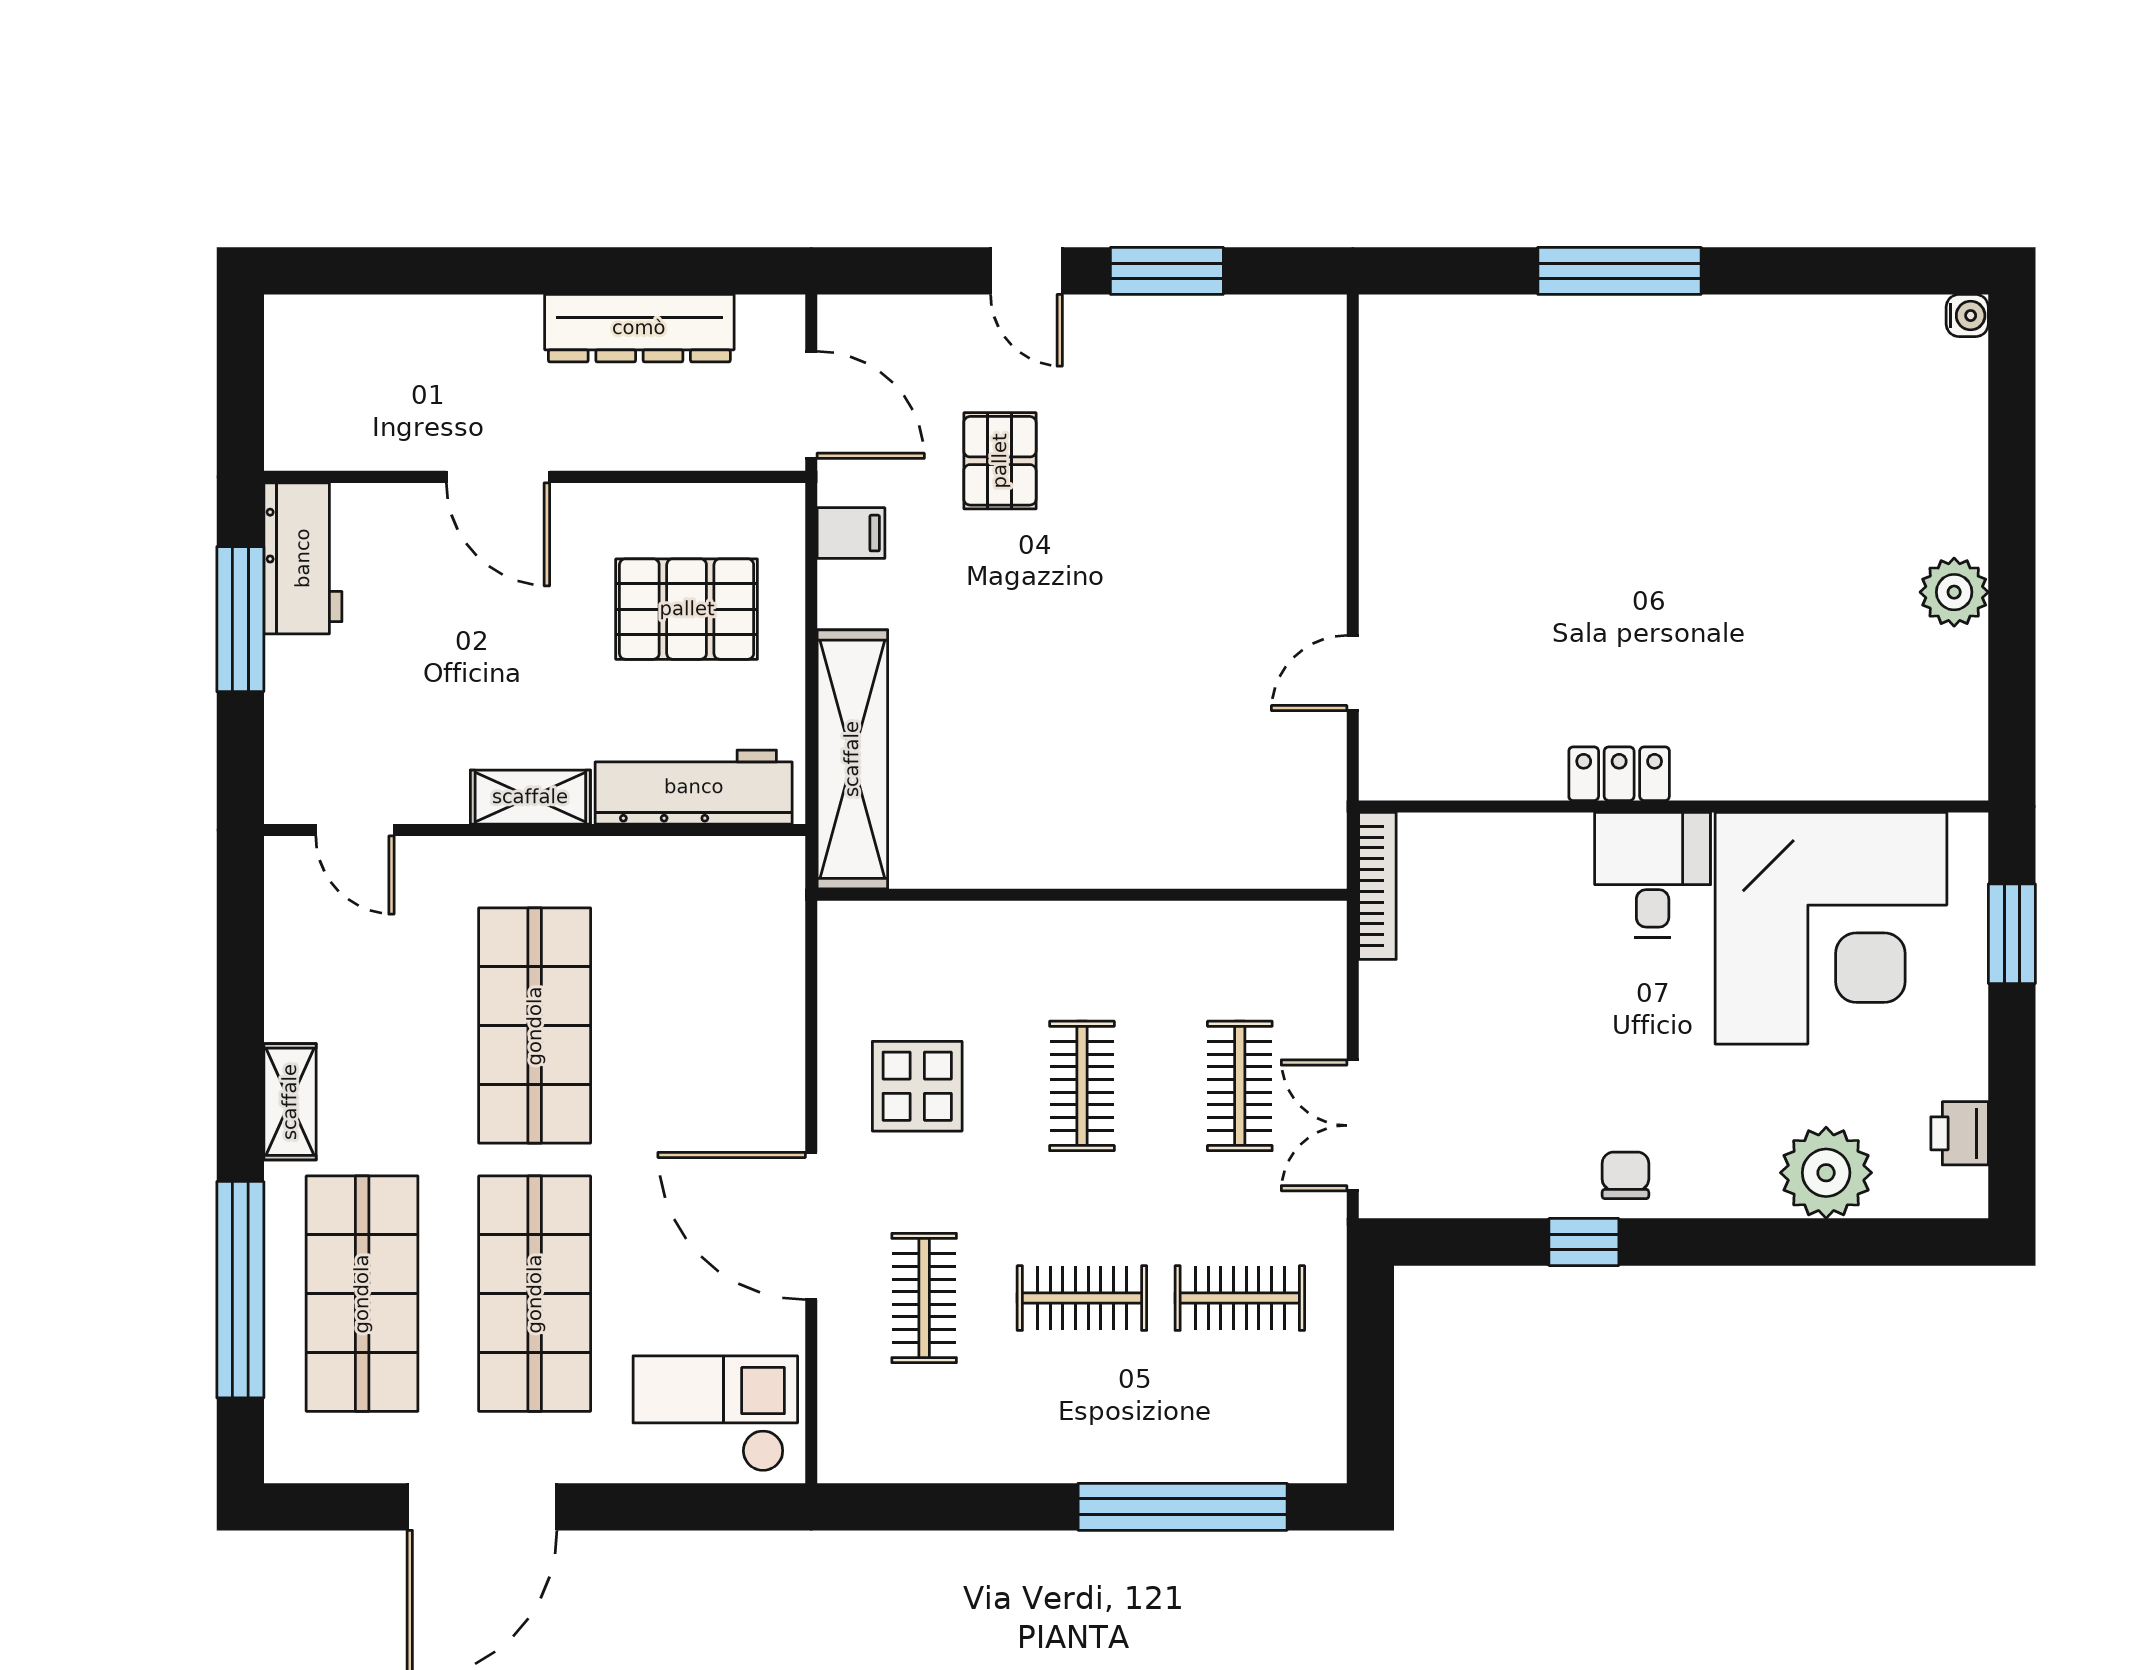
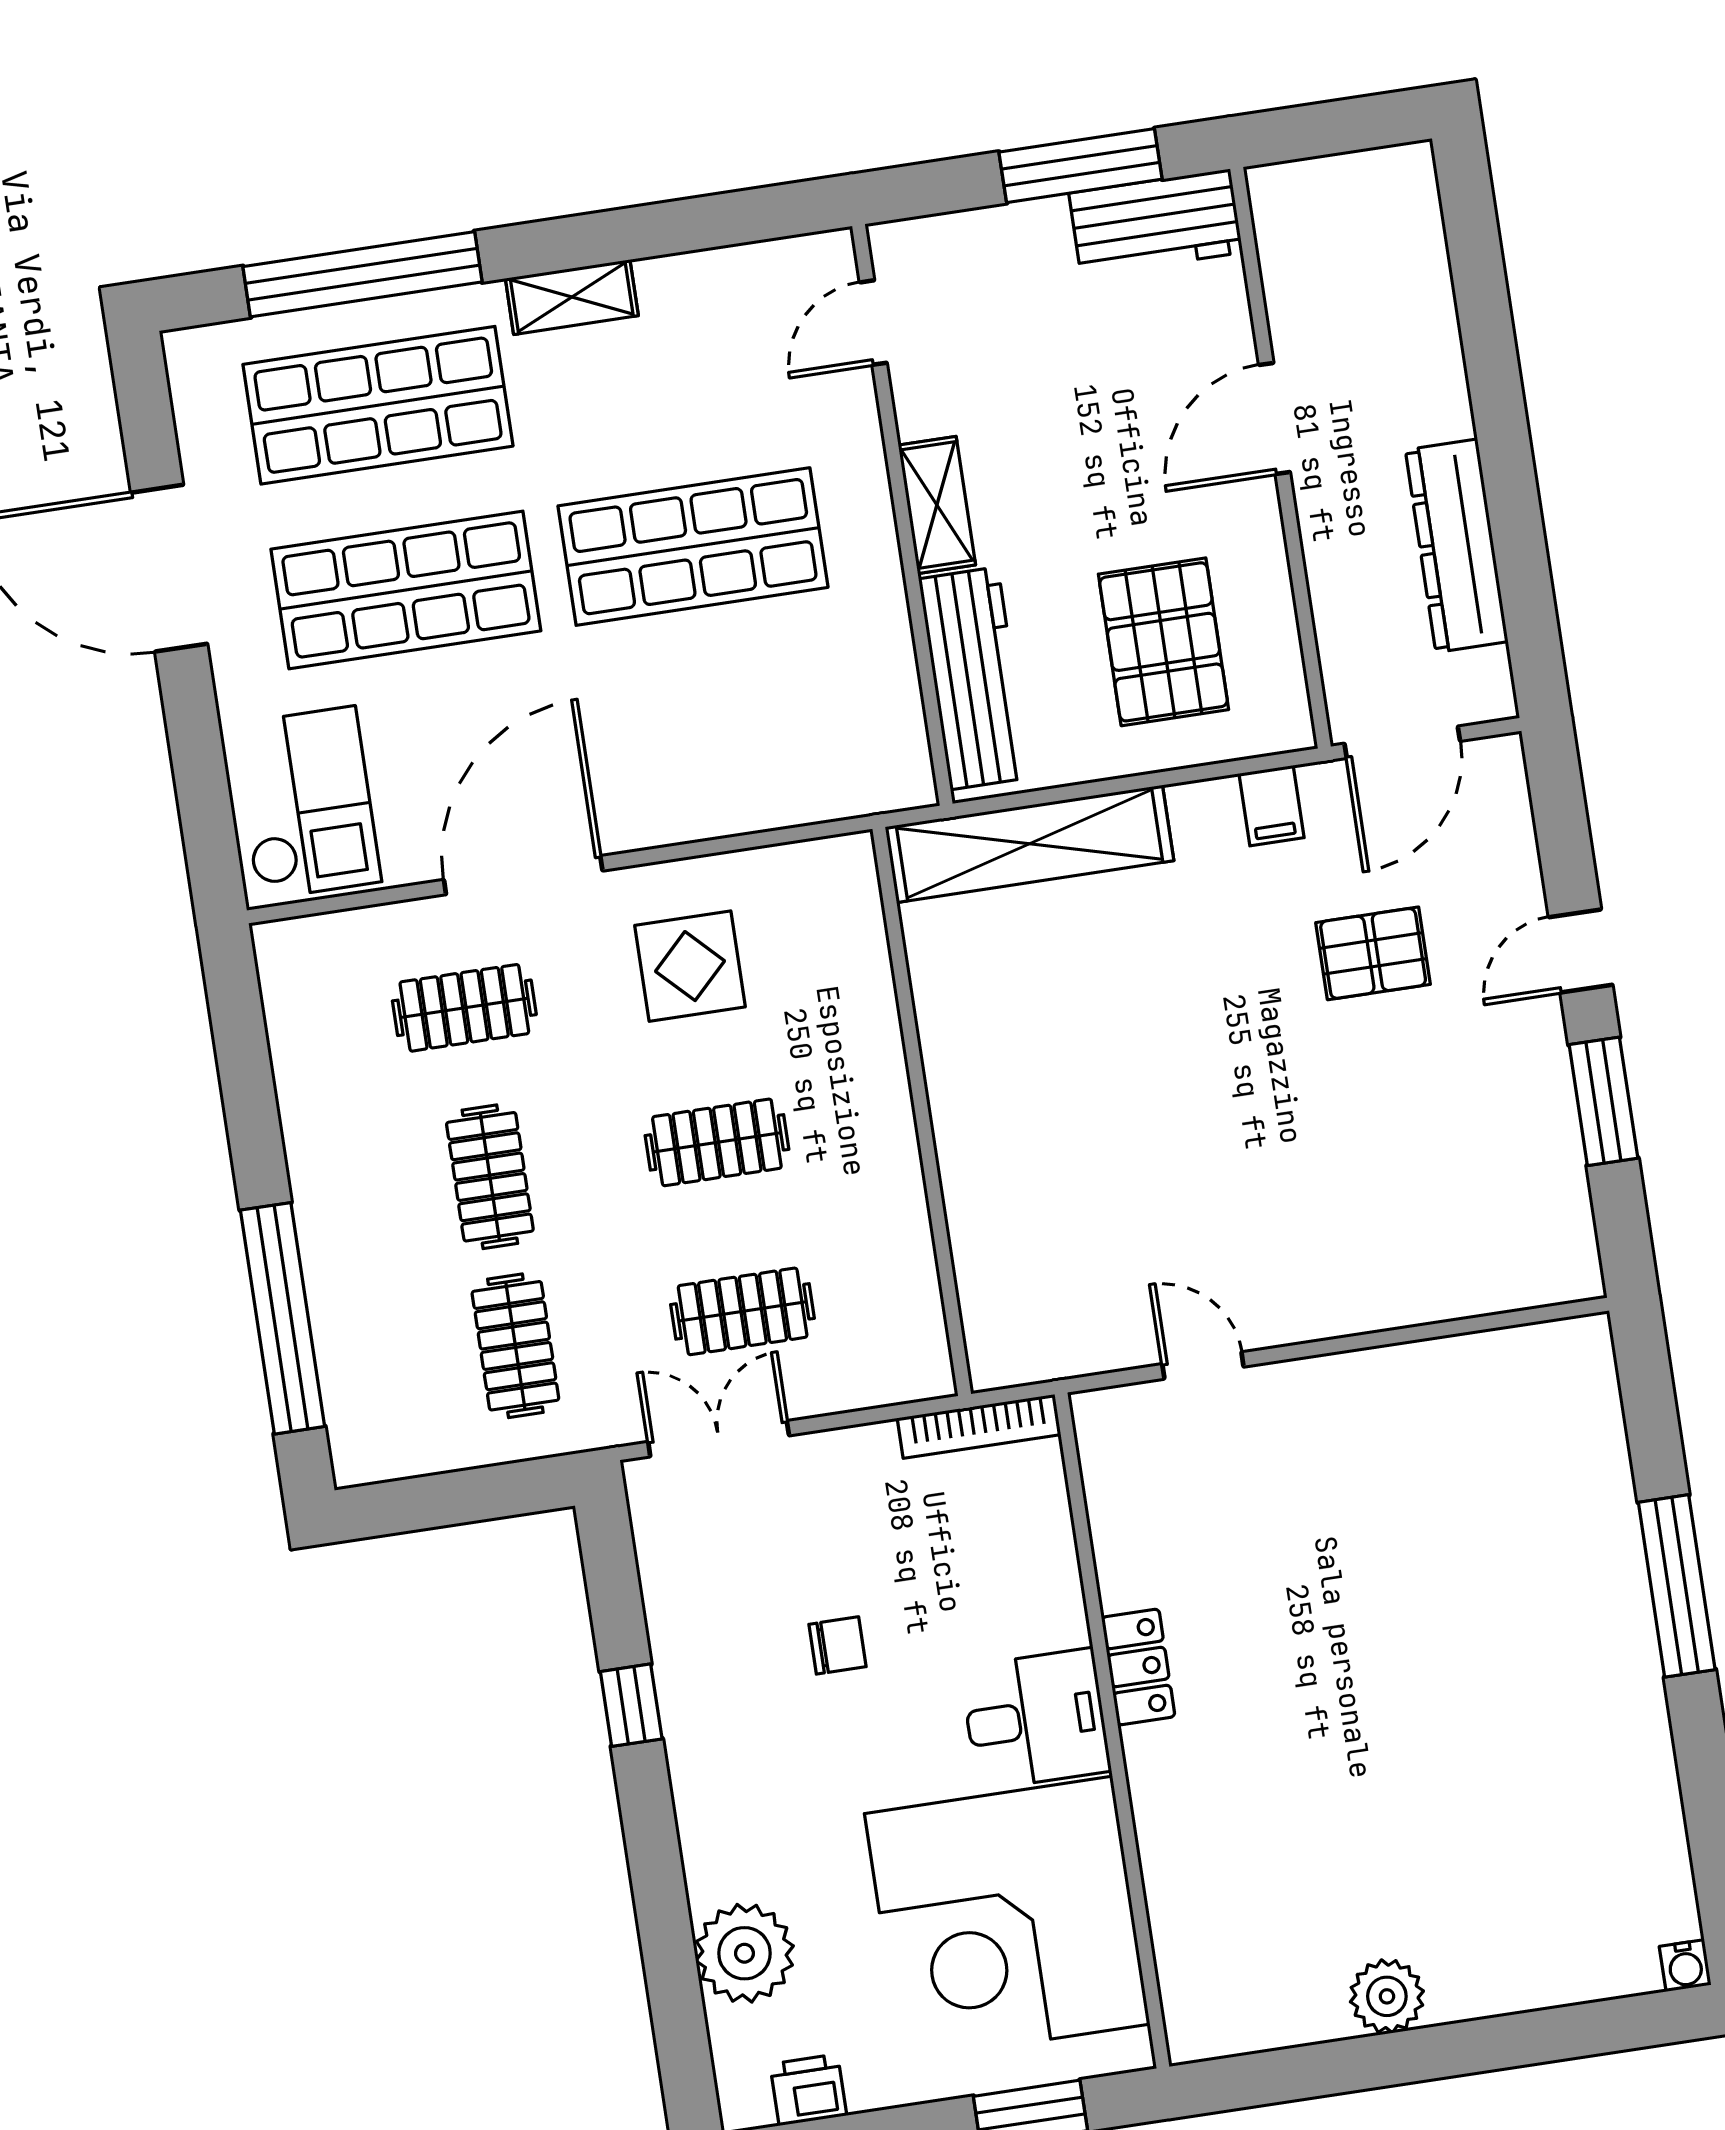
chair: (1625, 1175) -> (837, 1645), moved

